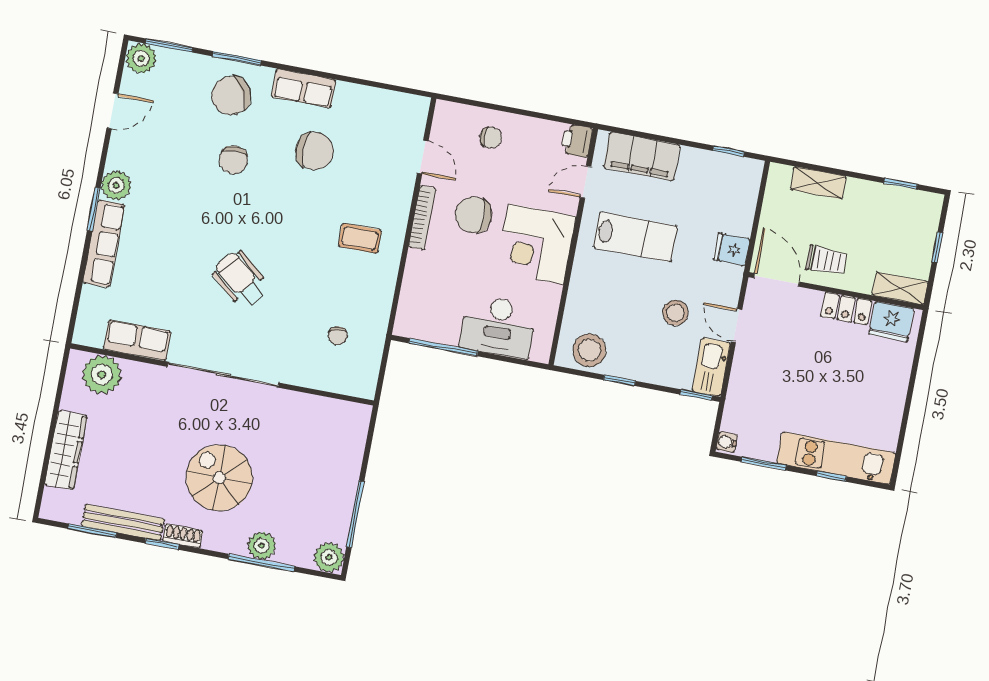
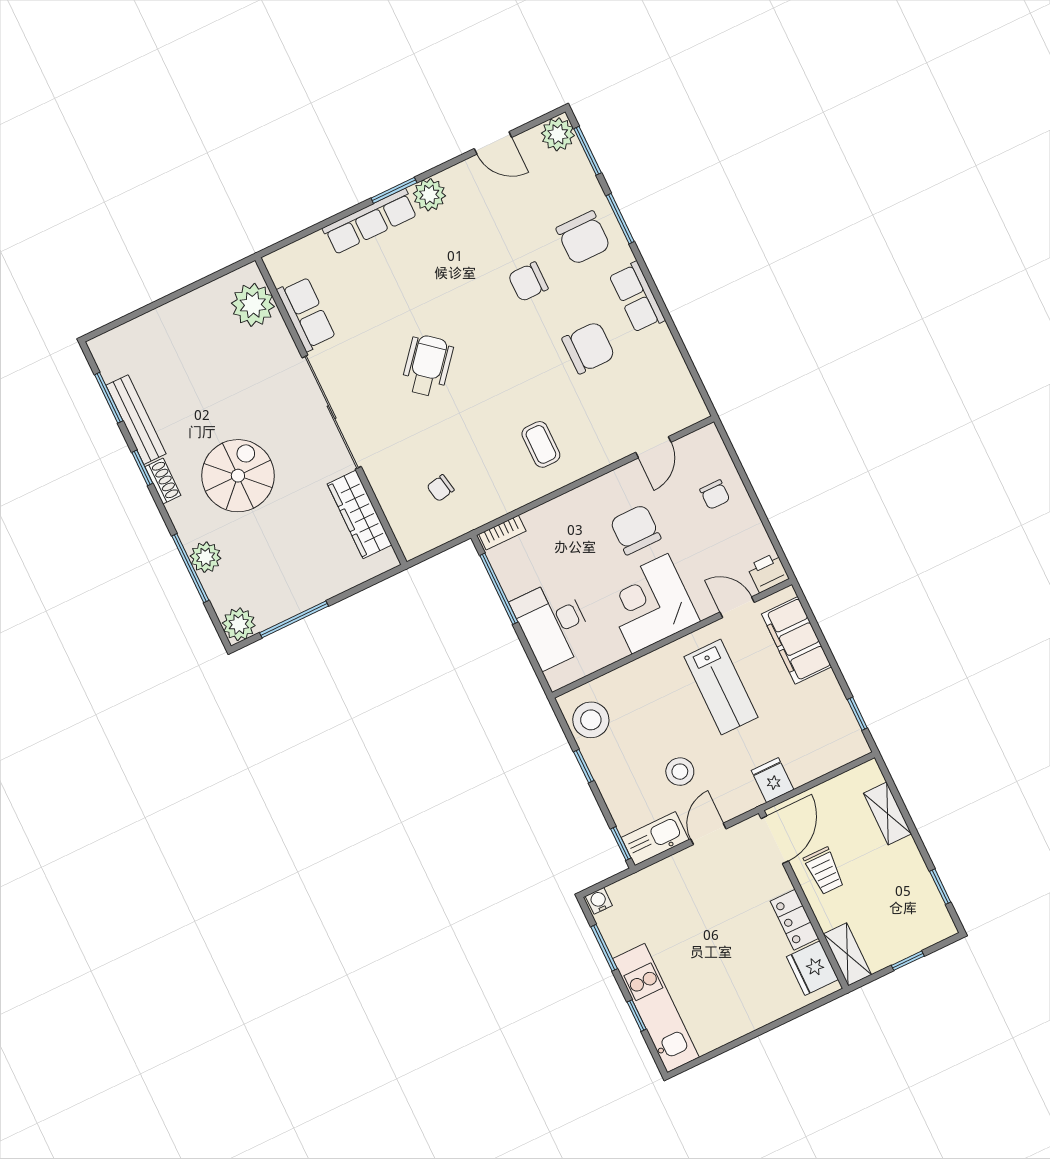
chair: (231, 96) -> (583, 238), turned -152
chair: (314, 151) -> (588, 348), turned -90
bookcase: (422, 217) -> (502, 533), moved, width x0.64
wardrobe: (66, 450) -> (360, 514), moved, turned 90

